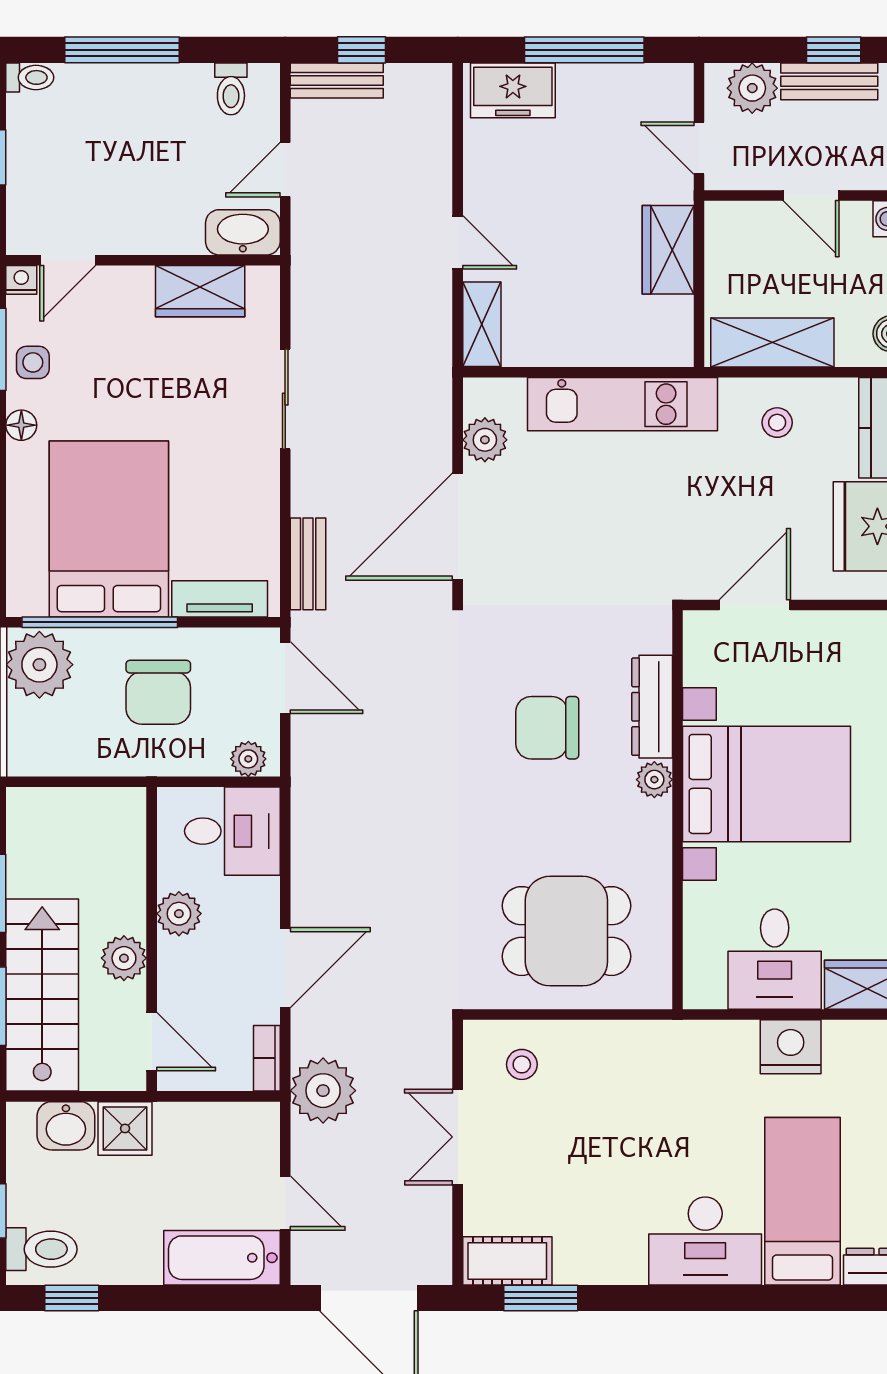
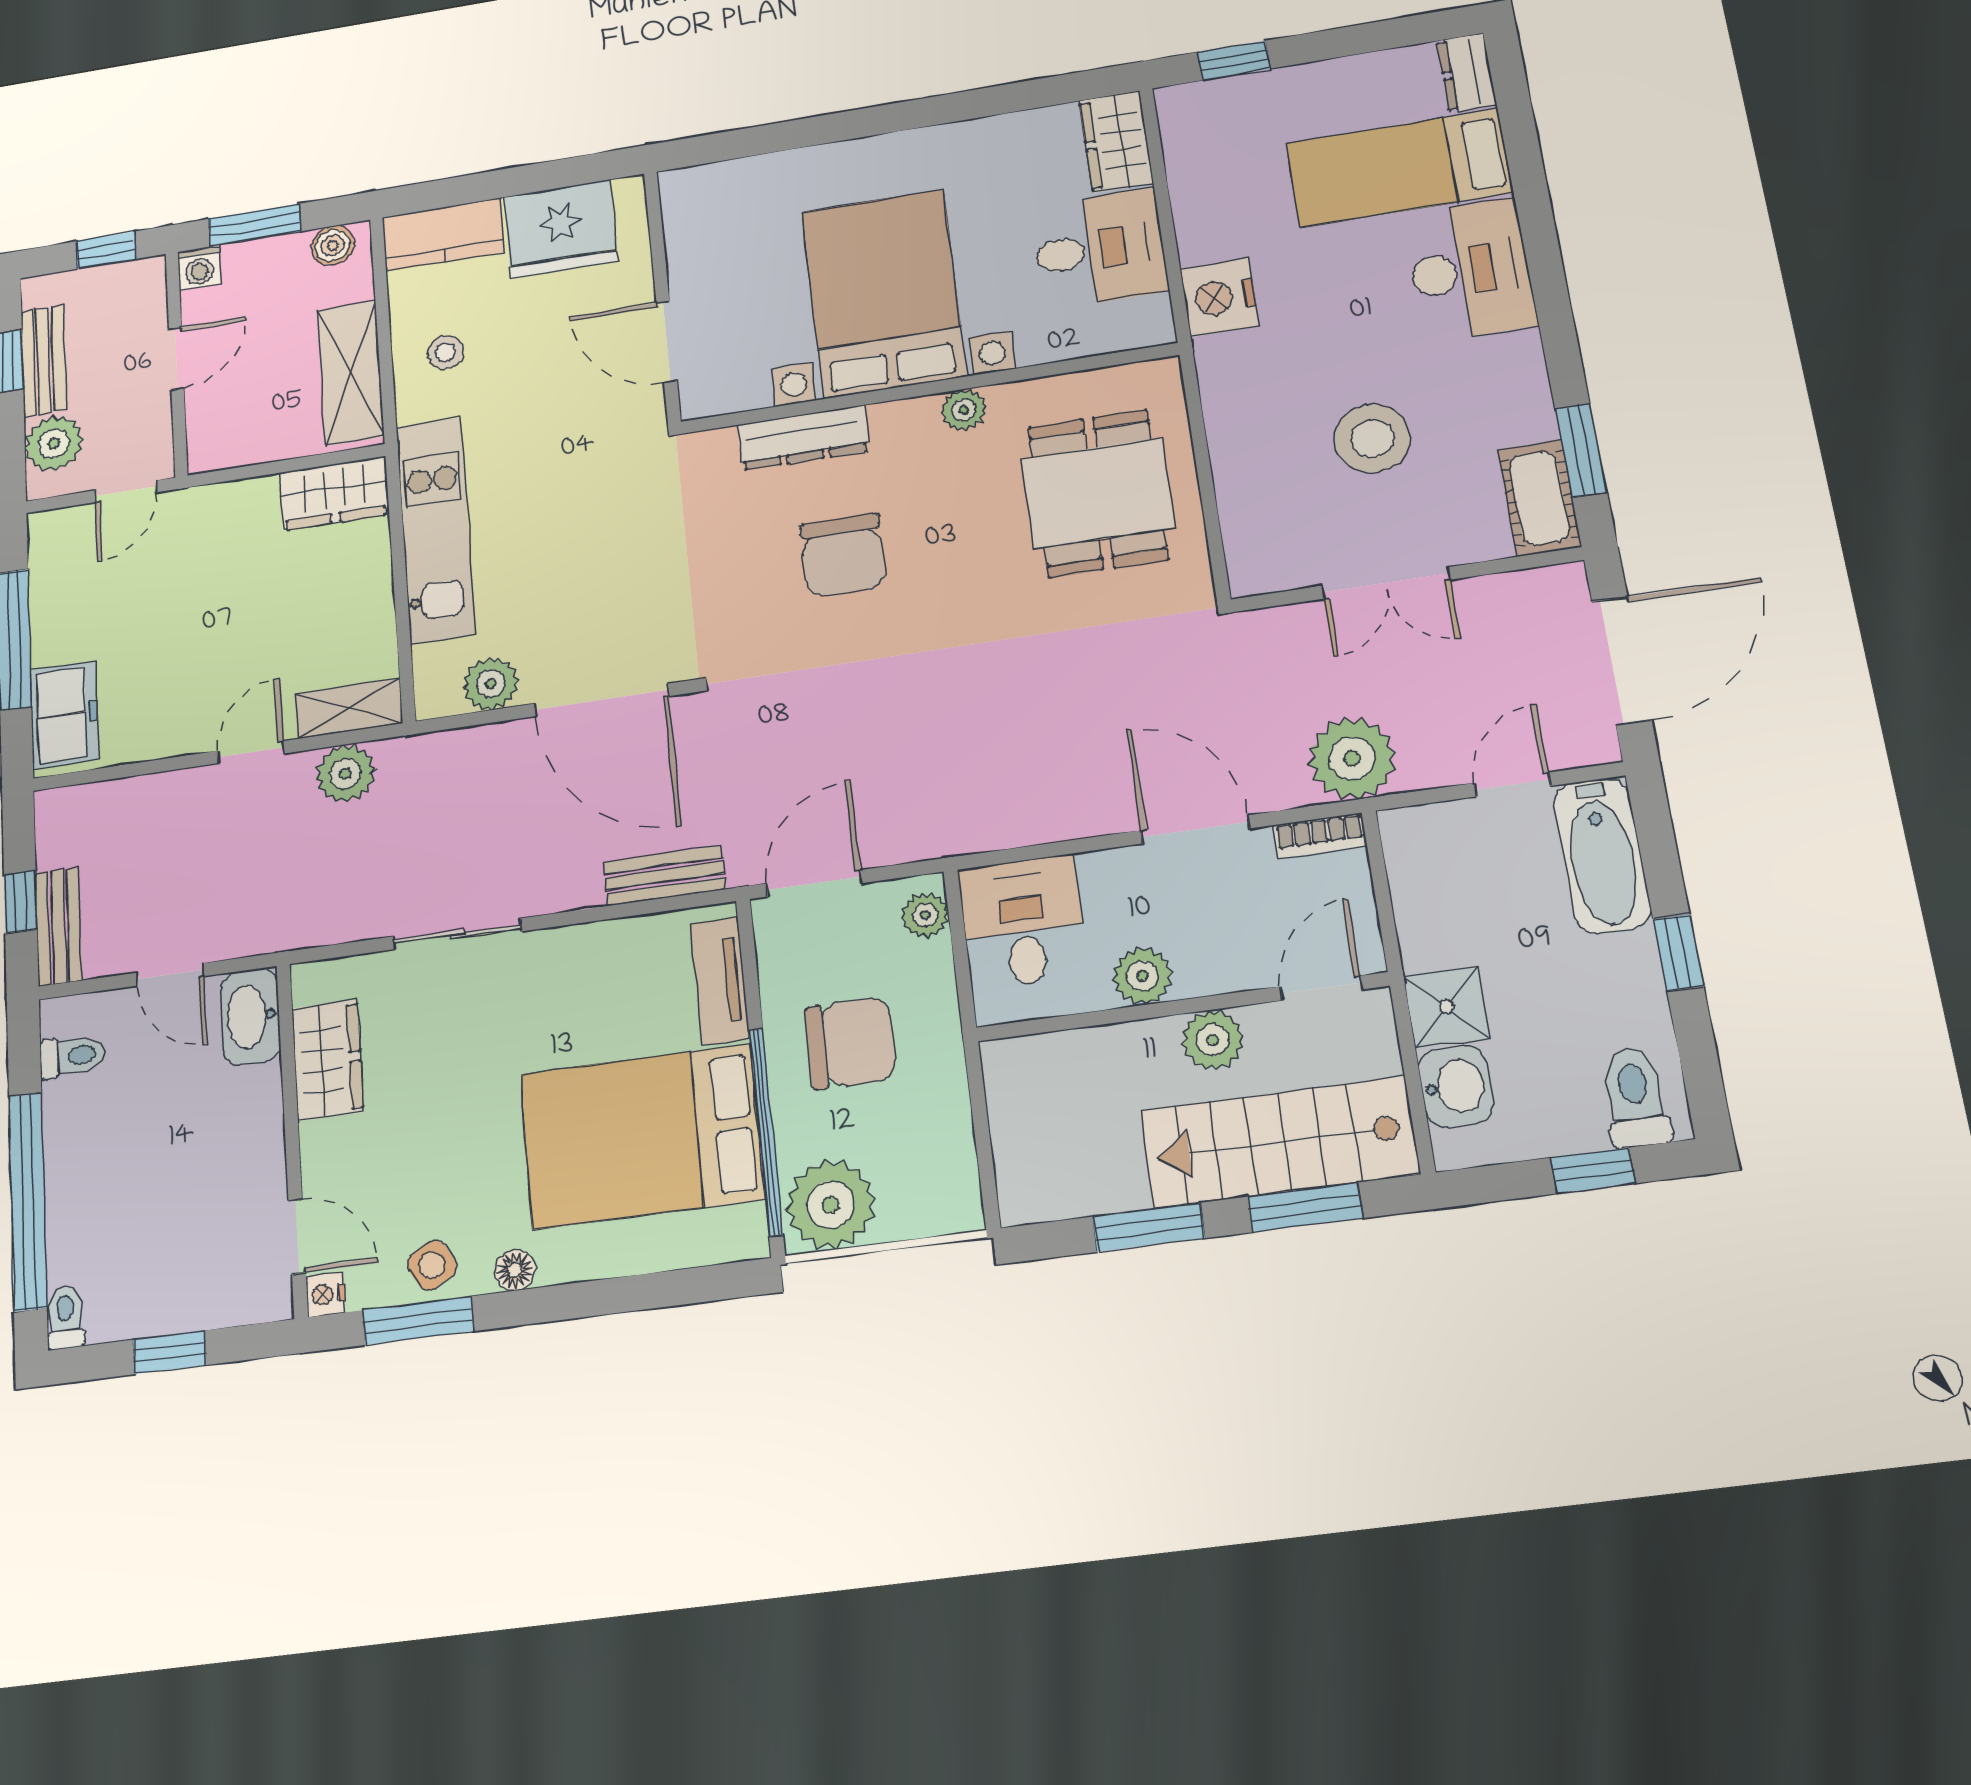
window: (122, 50) -> (28, 1201), width x1.46
wardrobe: (668, 250) -> (334, 493), moved
plant: (428, 318) -> (345, 774), added
side table: (33, 362) -> (432, 1265), turned -31
plant: (654, 780) -> (964, 410), moved
nightstand: (791, 1047) -> (1219, 297), moved
stool: (522, 1064) -> (1372, 438), moved, width x1.89, depth x1.89
window: (72, 1298) -> (1678, 953), moved

